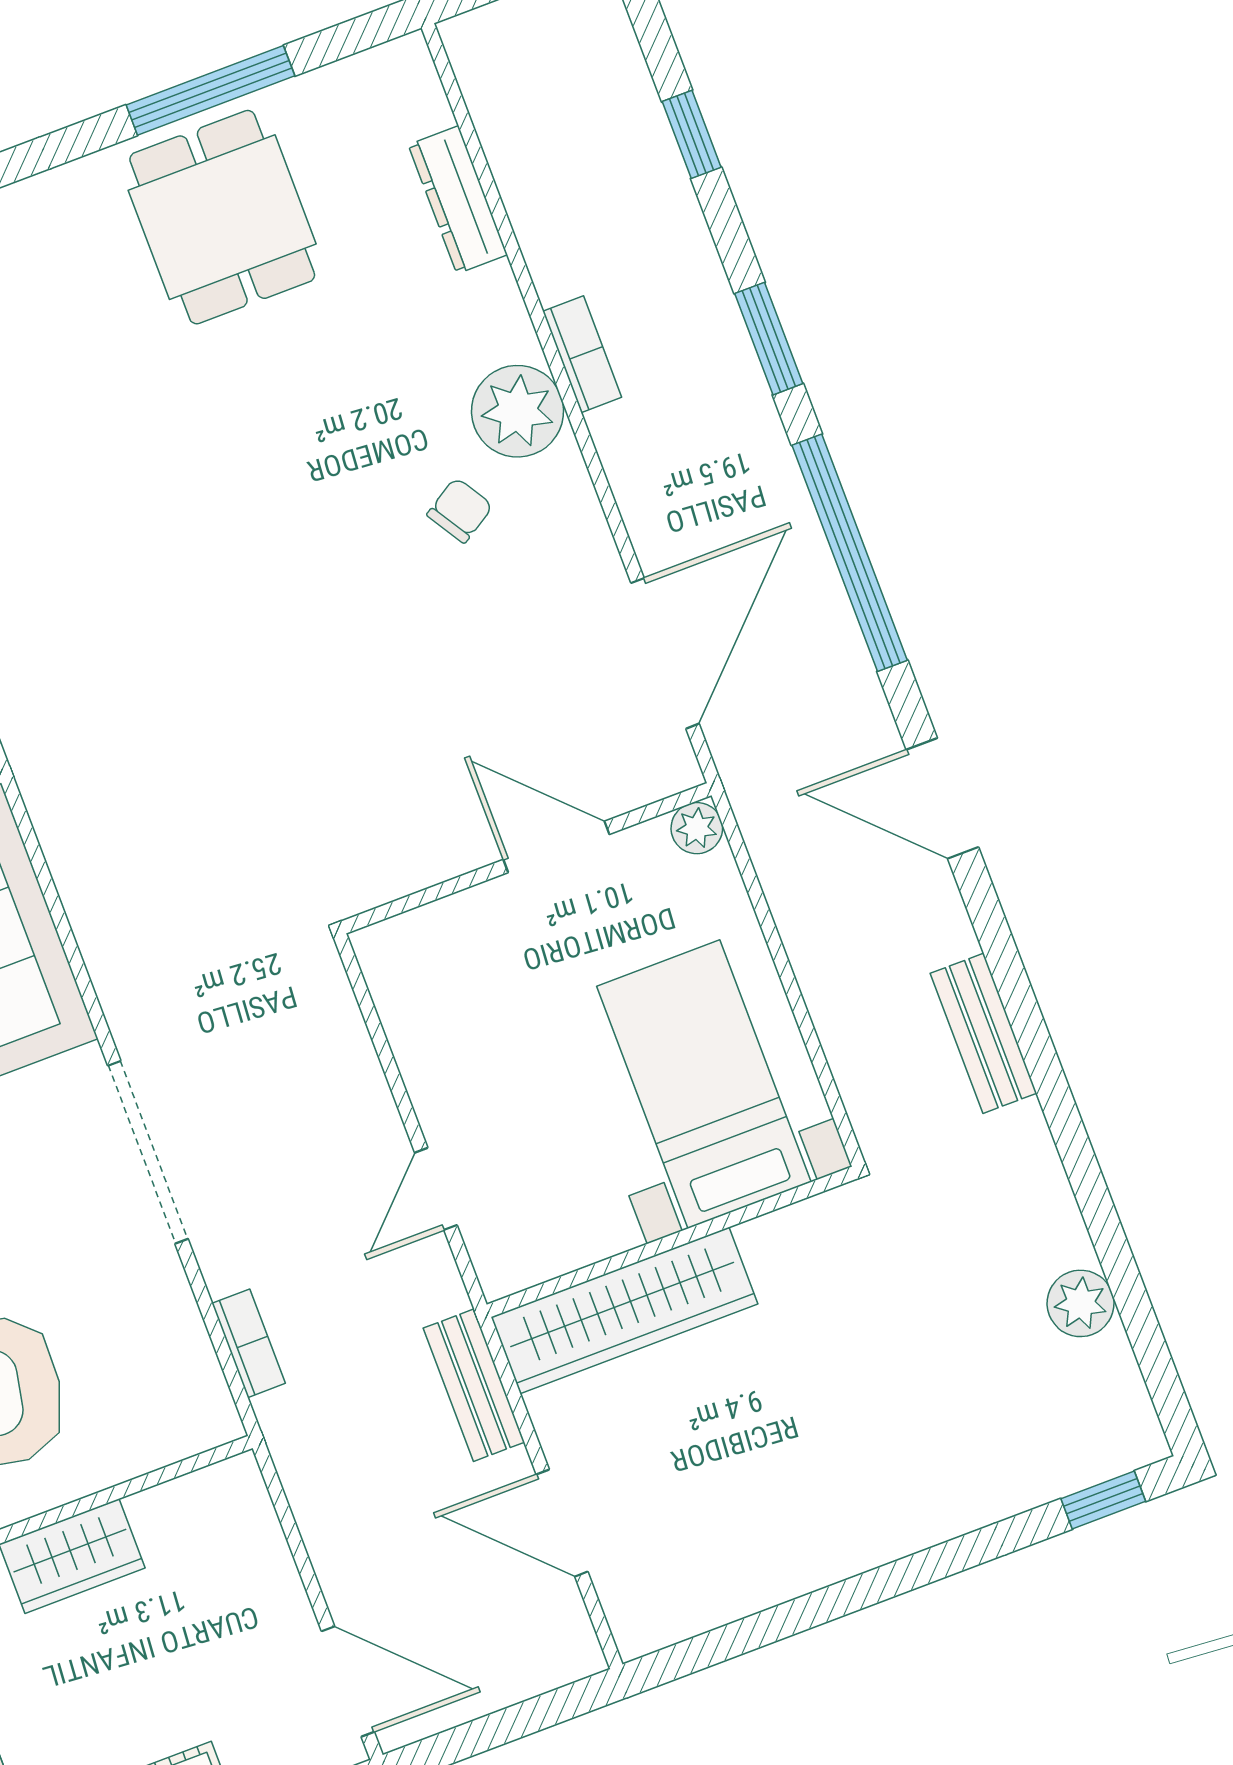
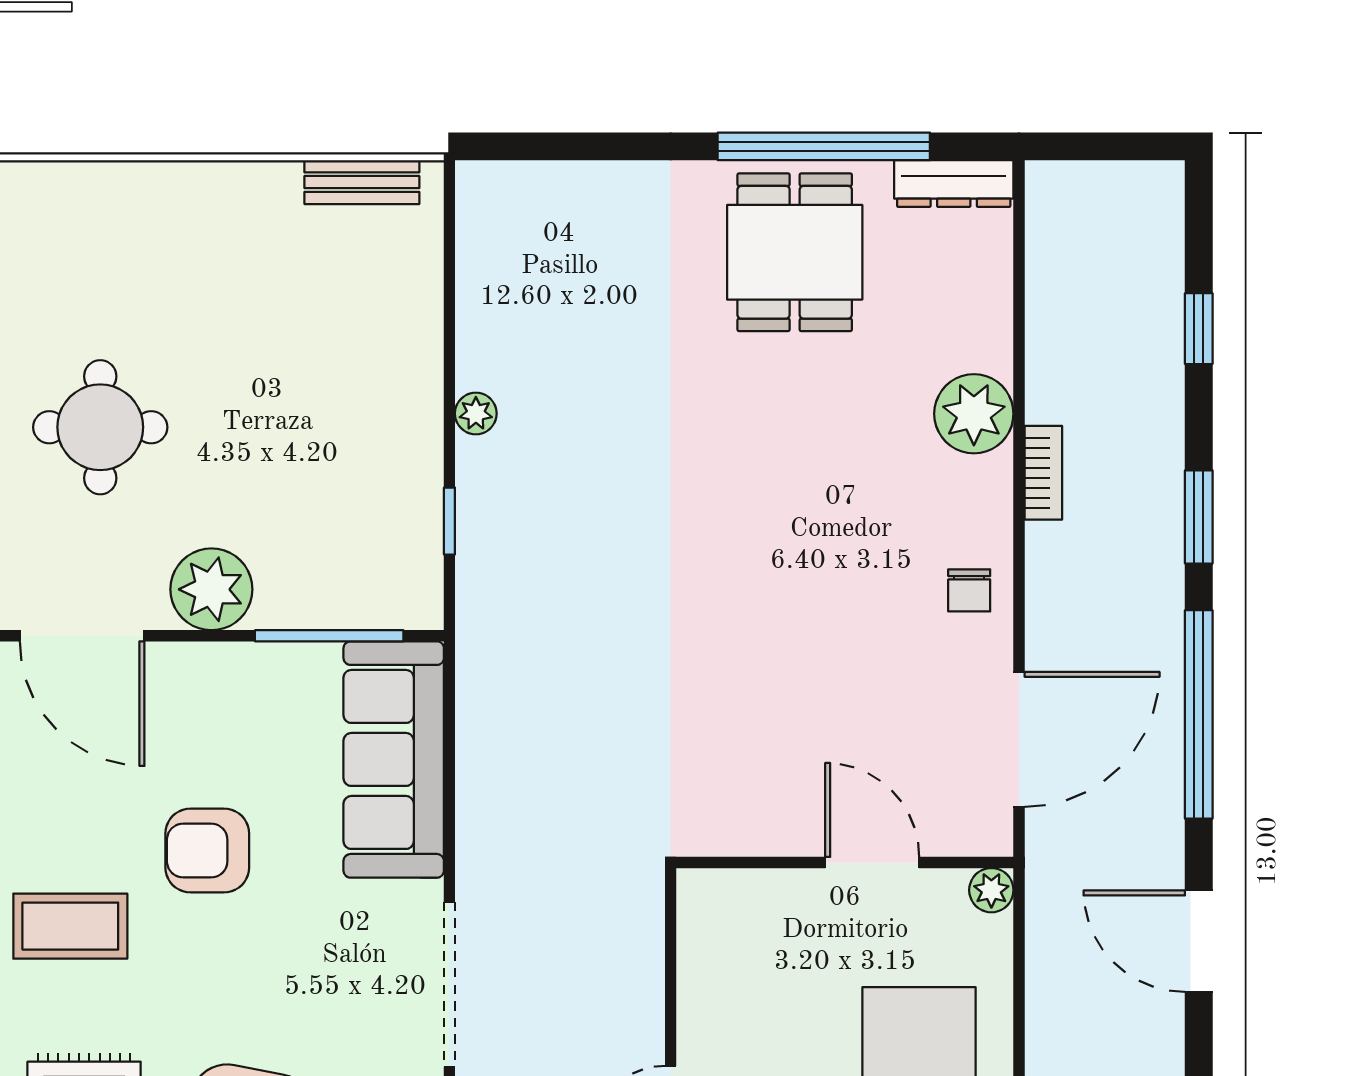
window: (210, 90) -> (824, 146), width x1.46
dresser: (458, 200) -> (954, 184), moved, turned -90
plant: (518, 411) -> (974, 414), moved
chair: (460, 510) -> (969, 590), moved, turned 122

